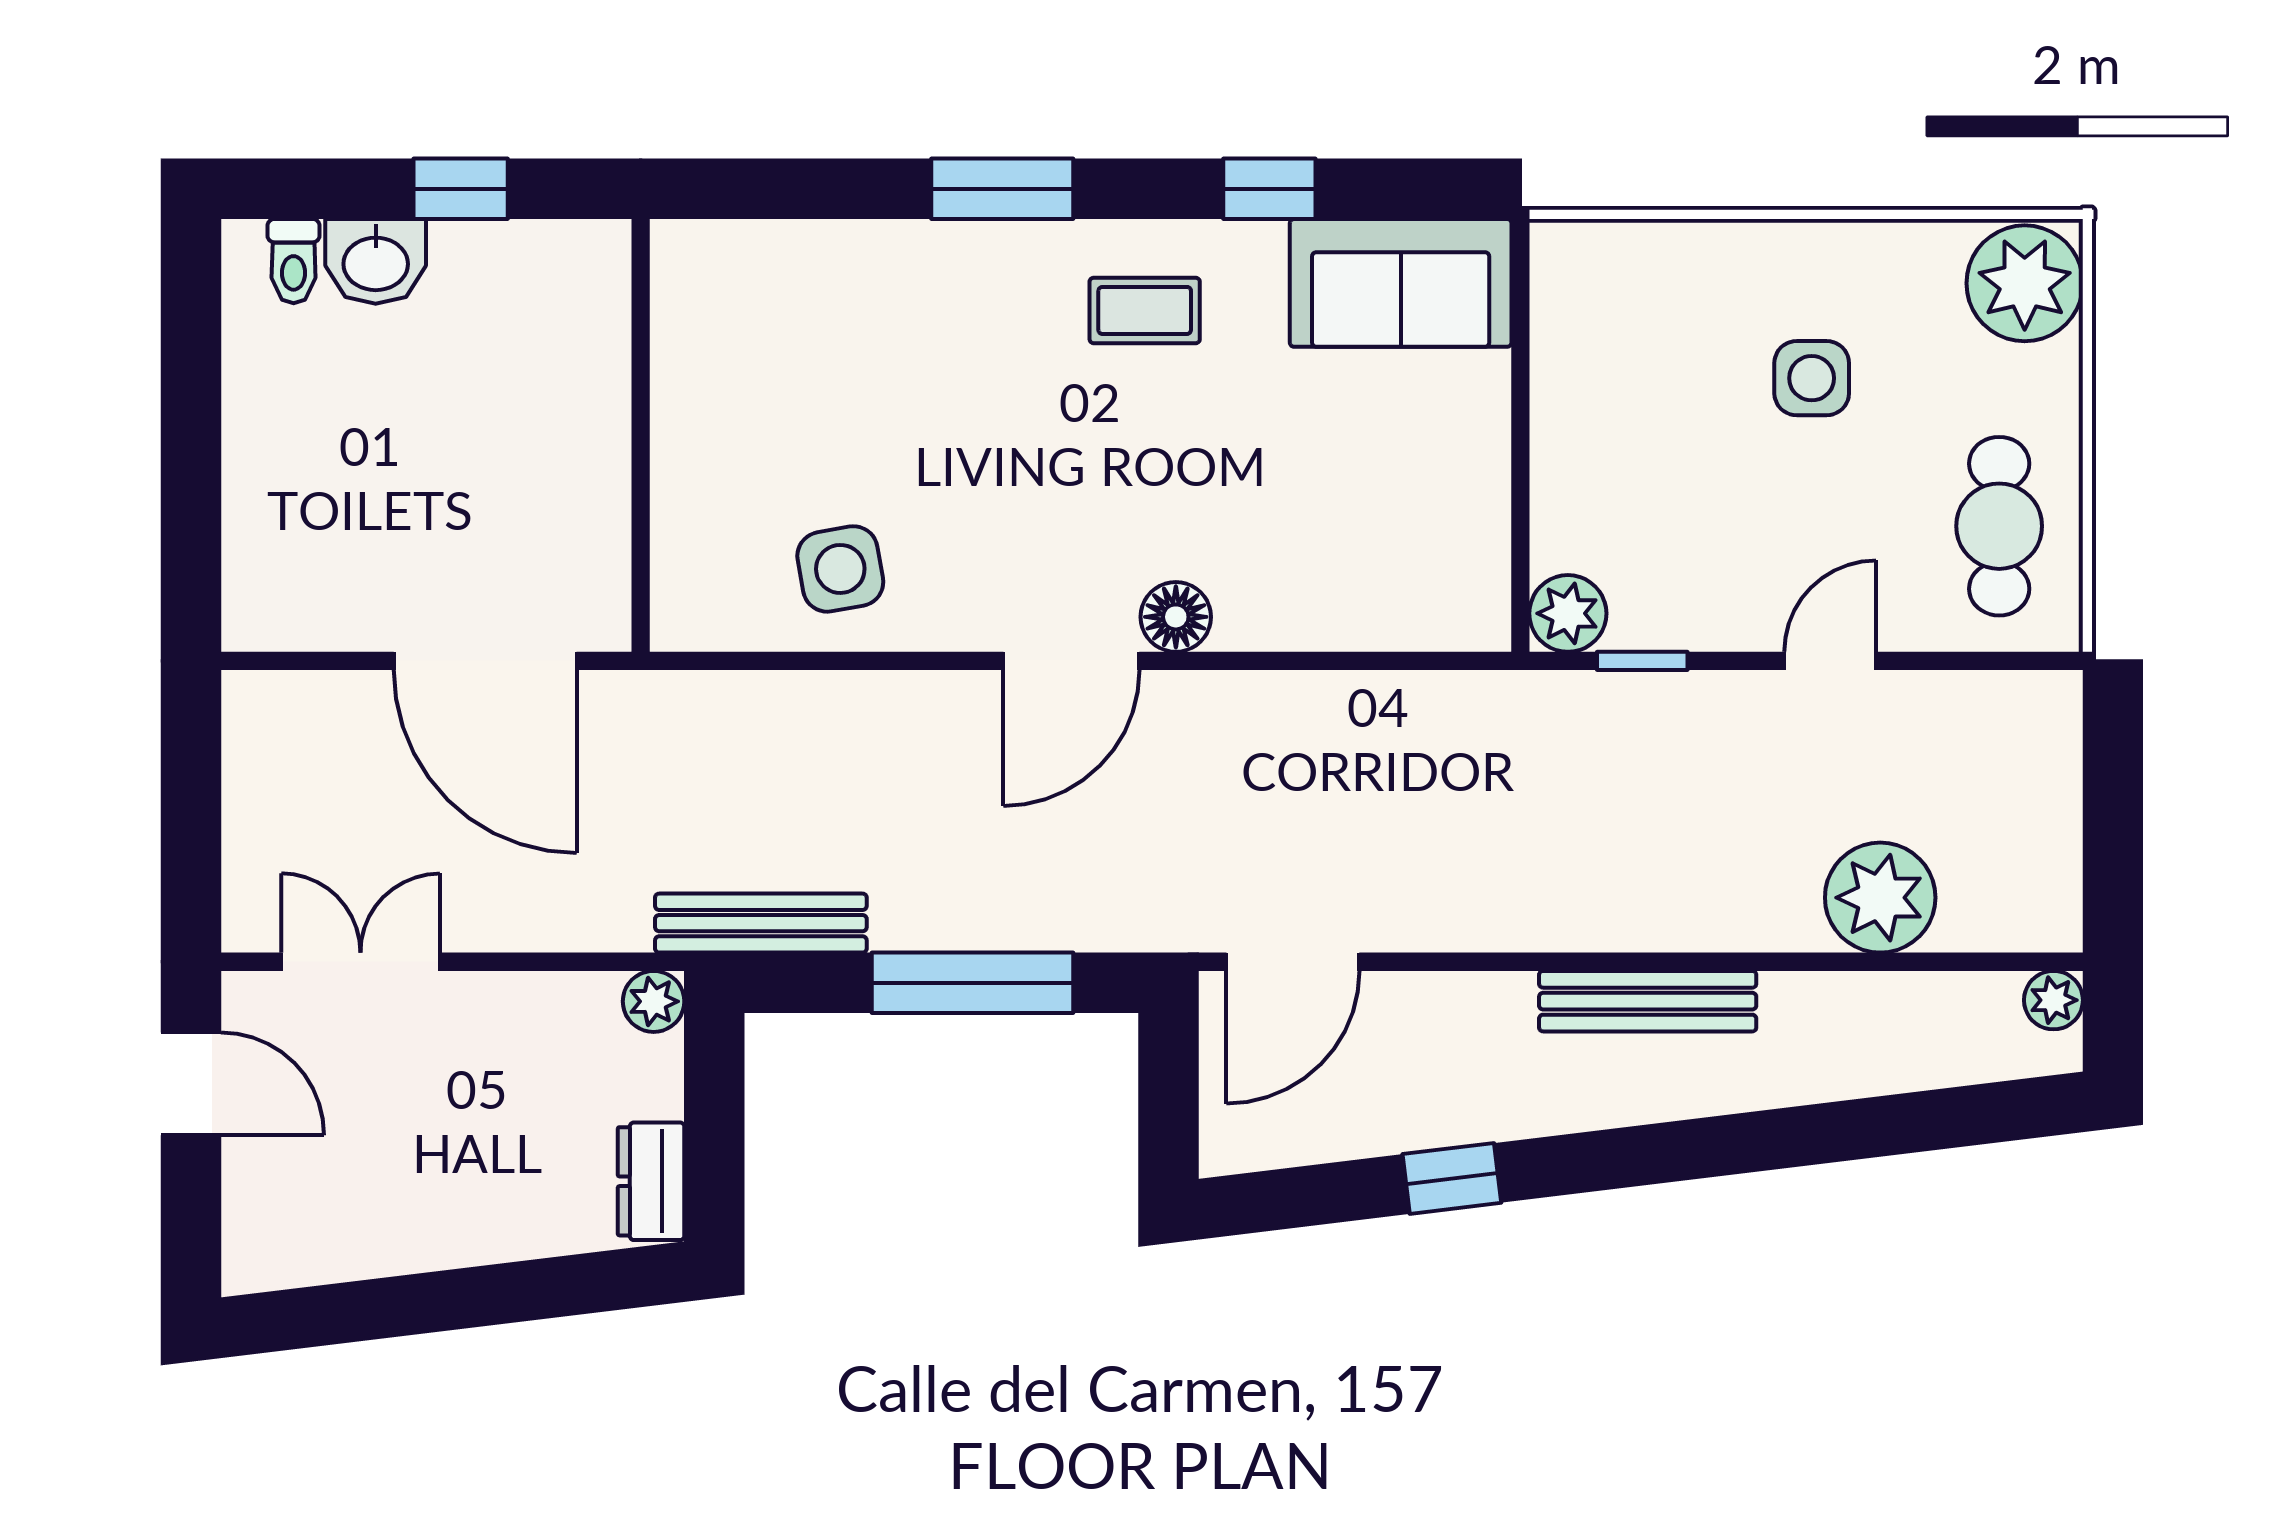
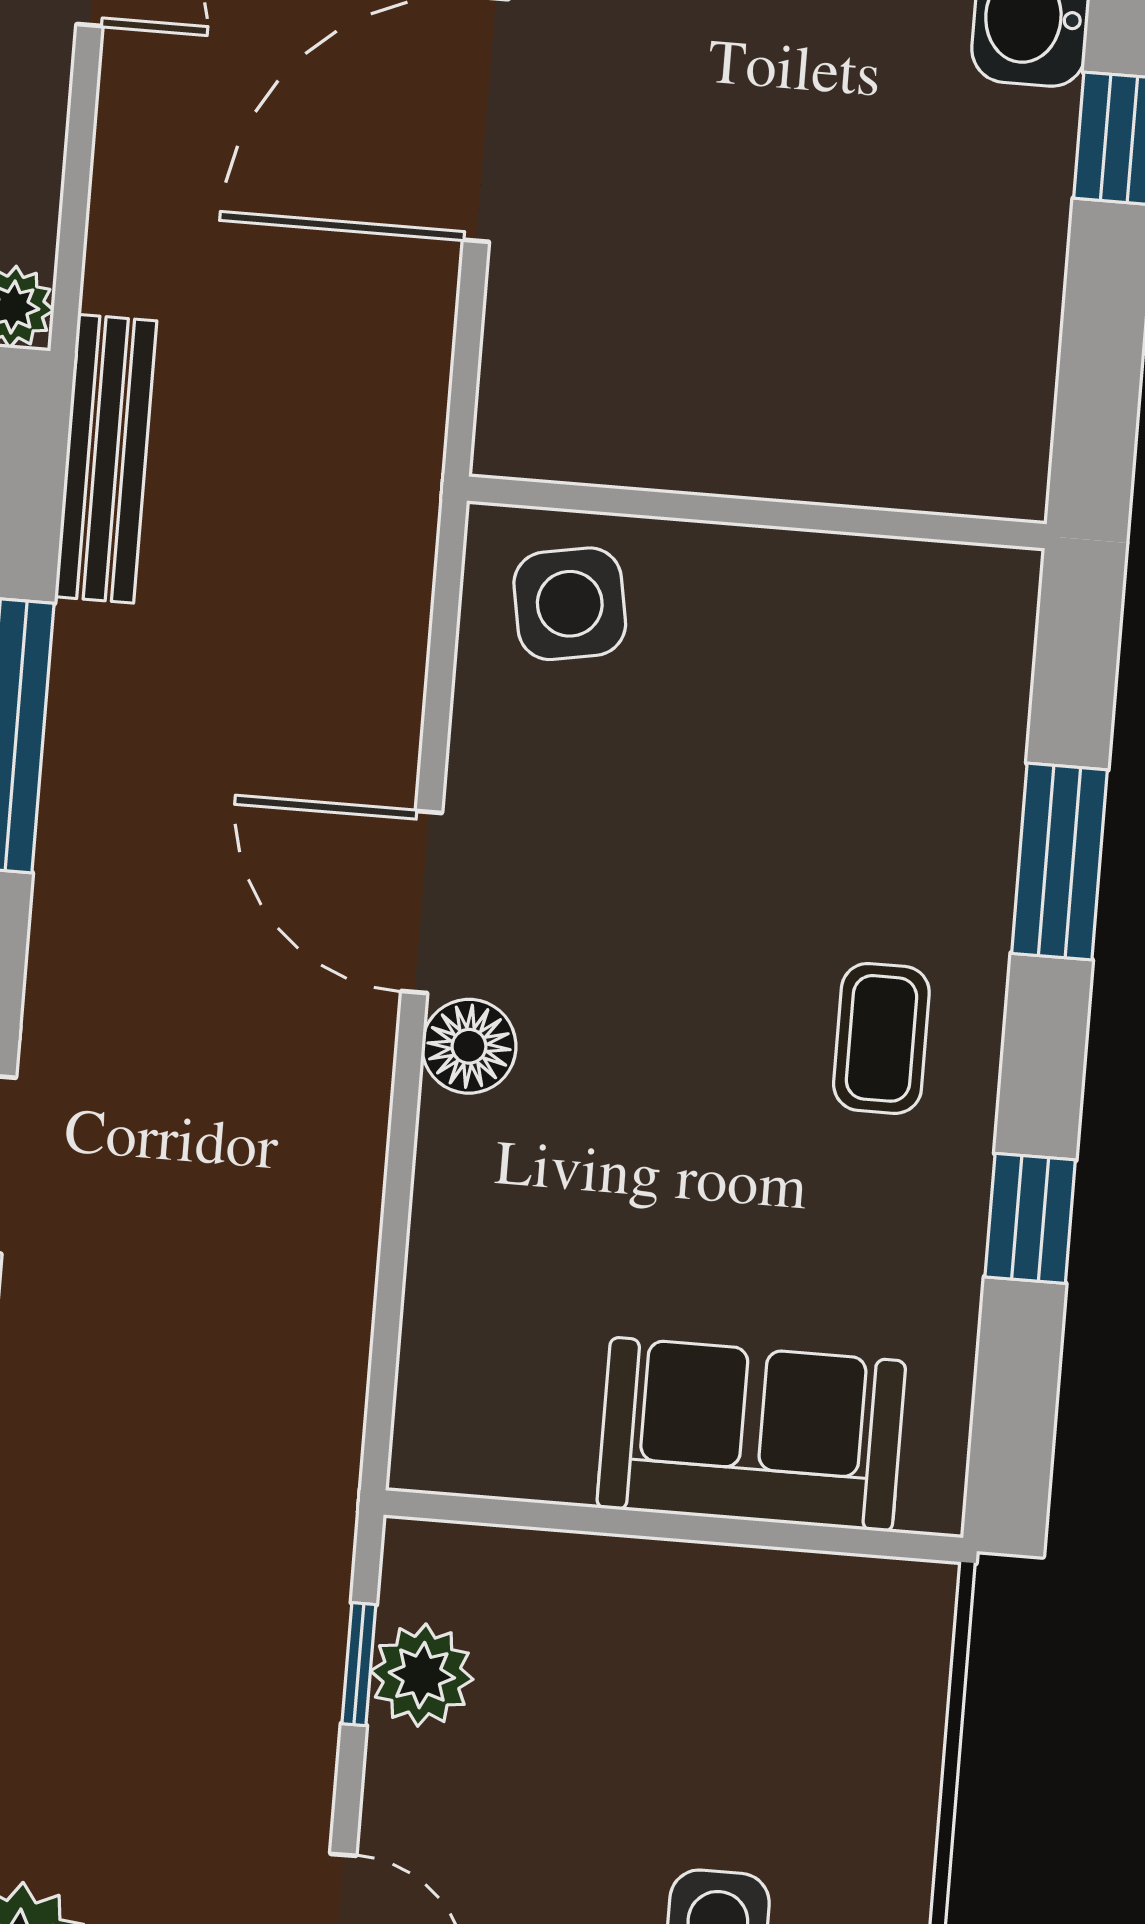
sofa: (1401, 283) -> (751, 1434), moved, turned 90
wall: (641, 435) -> (757, 512), moved
plant: (1568, 613) -> (422, 1675), moved

